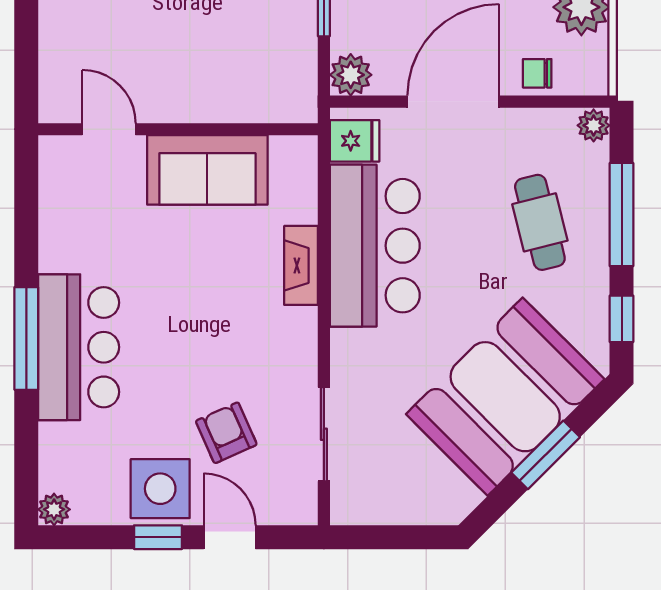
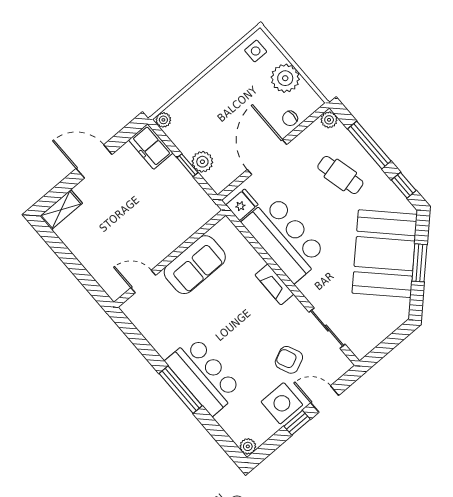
plant: (351, 75) -> (202, 162), moved
fireplace: (301, 265) -> (274, 284), moved

